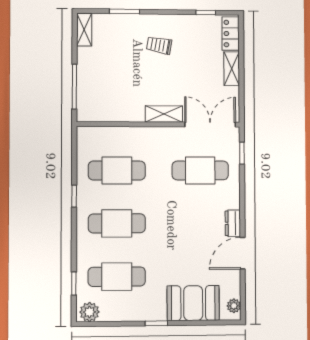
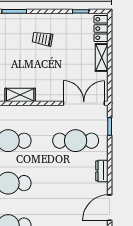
shelving: (164, 114) -> (20, 95), moved
dresser: (233, 223) -> (102, 171), moved

